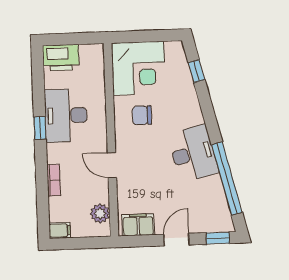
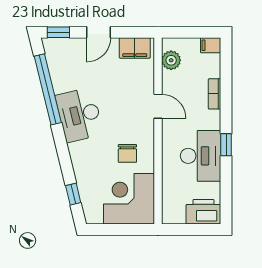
chair: (142, 115) -> (127, 153), turned 90

